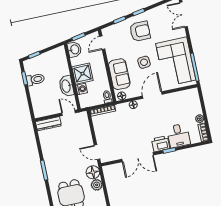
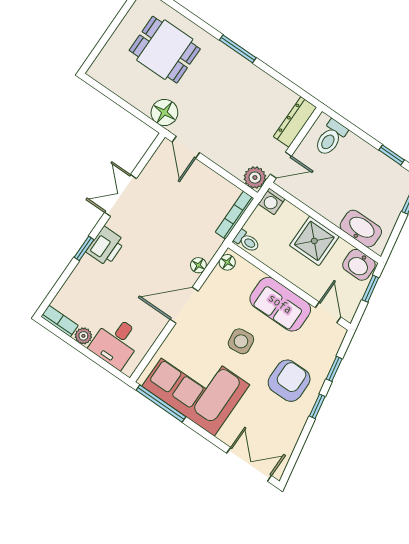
armchair: (140, 31) -> (289, 381), turned 180
sofa: (119, 74) -> (280, 304), moved
toilet: (35, 79) -> (331, 138), moved
washbasin: (66, 86) -> (361, 229), moved
washing machine: (82, 89) -> (272, 201), moved
door: (152, 95) -> (184, 305), swing flipped
desk: (178, 136) -> (116, 342), moved, turned -90
door: (97, 152) -> (186, 147), swing flipped
double door: (138, 157) -> (120, 195), width x0.73
plant: (97, 185) -> (255, 178), moved

